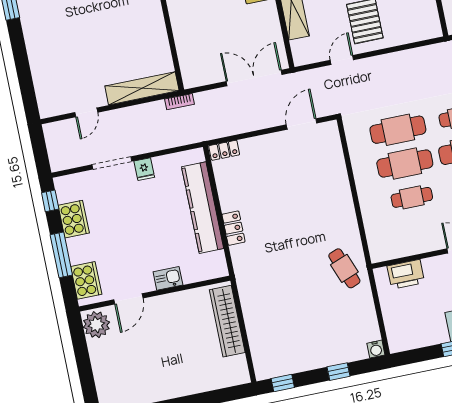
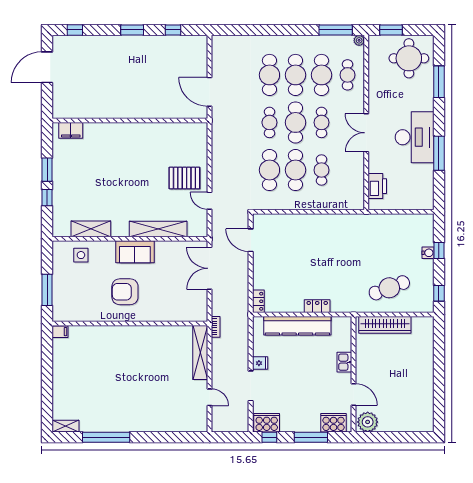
cooker: (74, 219) -> (267, 423), moved
cafe table: (344, 268) -> (389, 288), moved, width x1.37, depth x1.35
water cooler: (376, 349) -> (428, 253), moved

